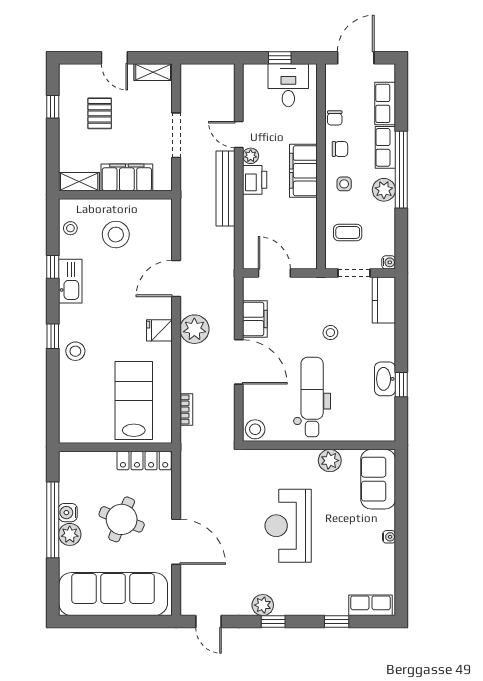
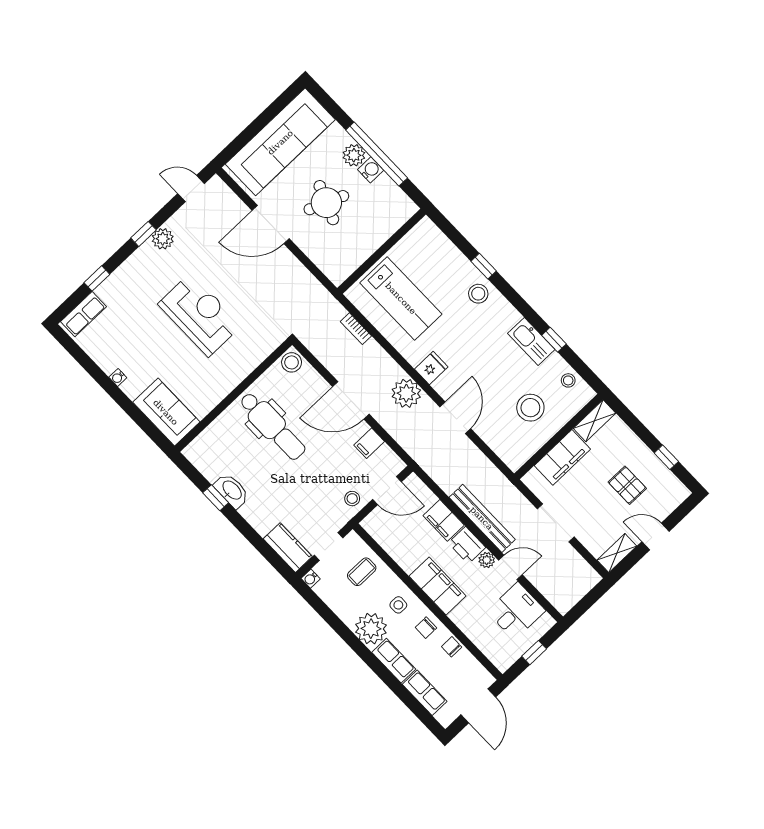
desk: (288, 85) -> (516, 611), moved, turned -90
window: (401, 170) -> (366, 656), removed
plant: (384, 190) -> (371, 629), width x1.36, depth x1.36
filing cabinet: (254, 213) -> (444, 520), added
filing cabinet: (255, 319) -> (369, 443), width x0.50
stool: (330, 333) -> (352, 499), moved
window: (53, 336) -> (484, 266), moved
locker: (144, 461) -> (351, 262), removed
plant: (330, 461) -> (215, 392), removed

